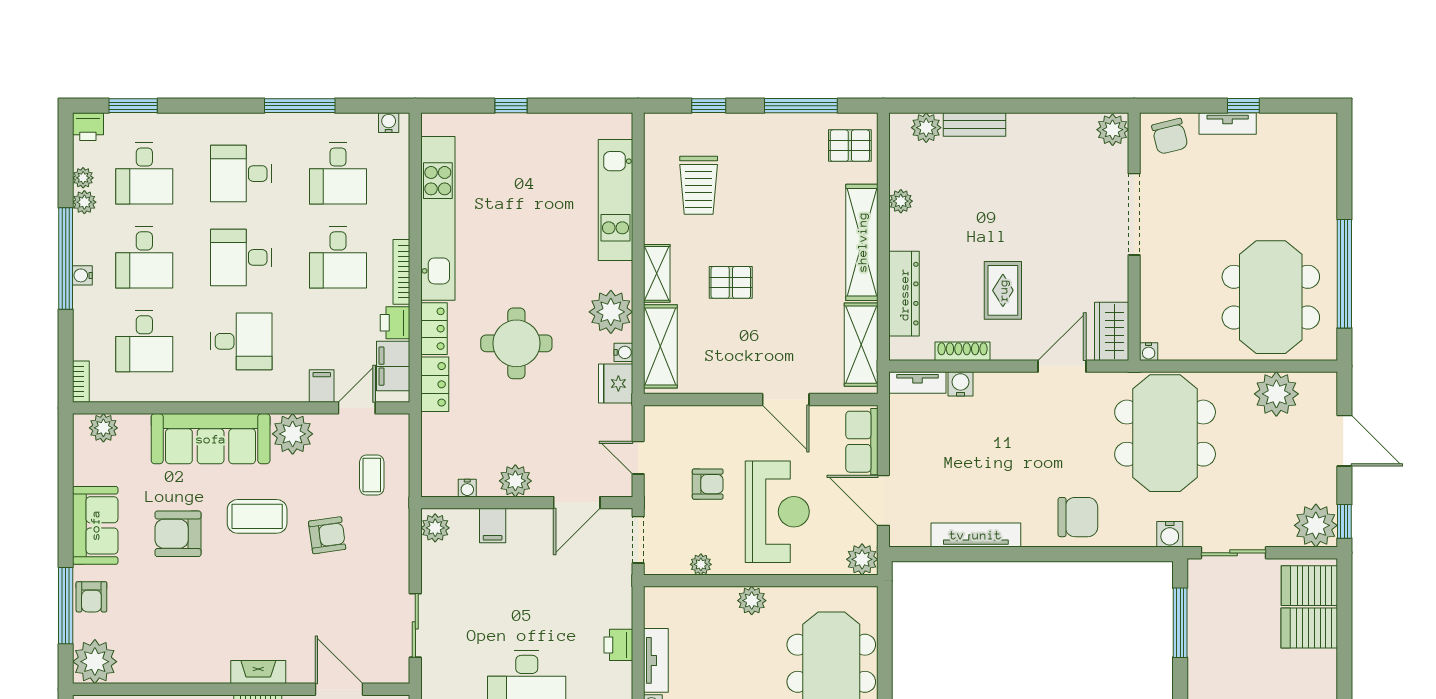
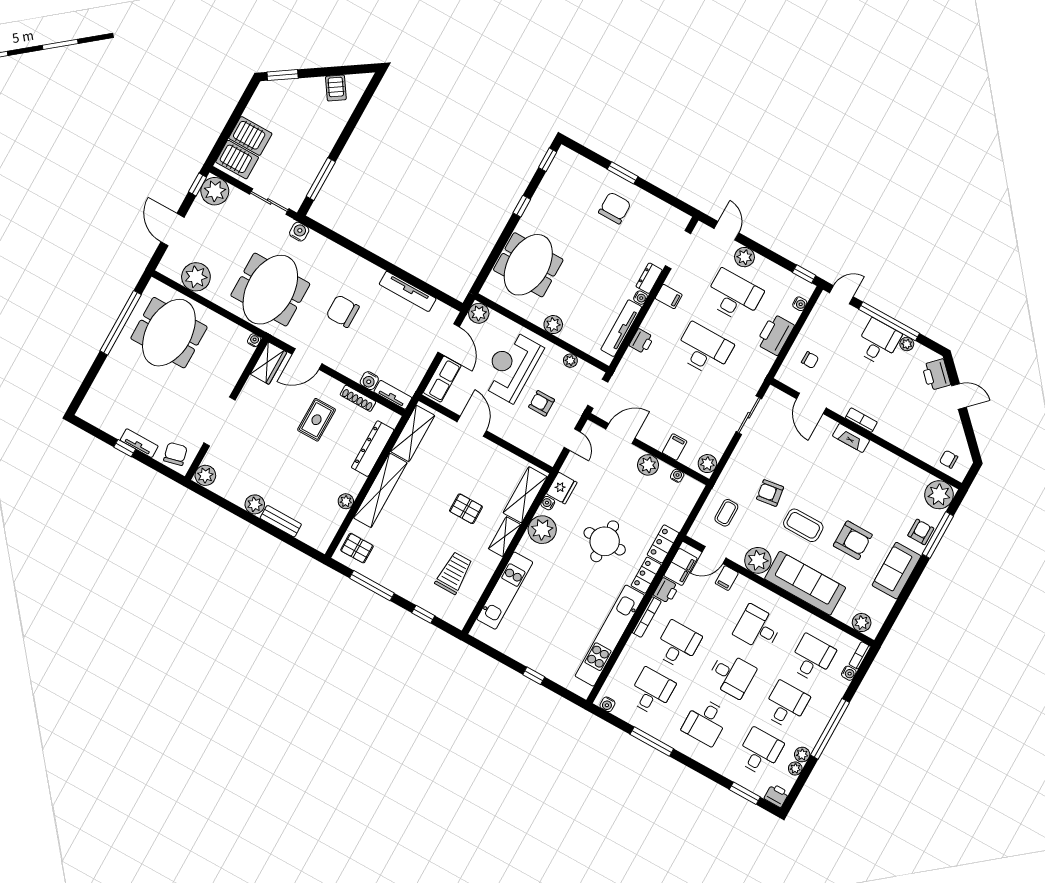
plant: (926, 128) -> (255, 504), moved
desk: (241, 174) -> (706, 722), turned 90
water cooler: (82, 275) -> (849, 673), moved
chair: (1078, 517) -> (343, 311), moved
tv unit: (656, 660) -> (621, 328), width x1.41

